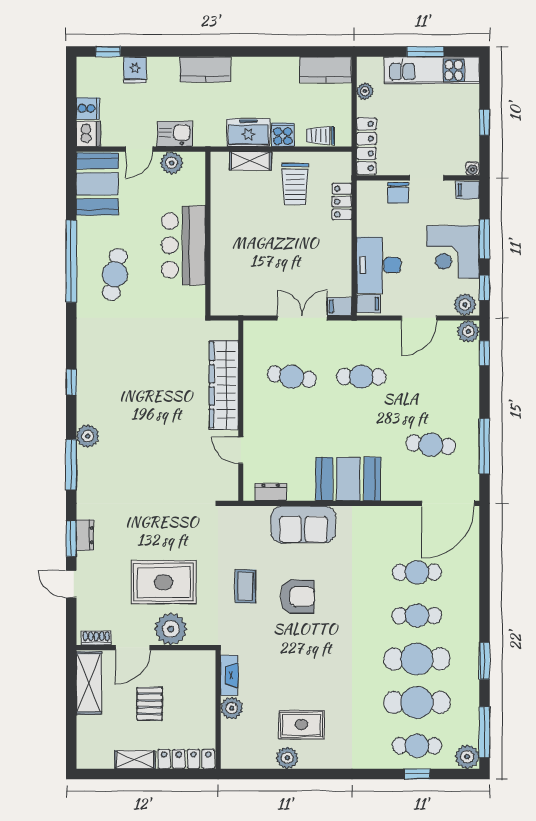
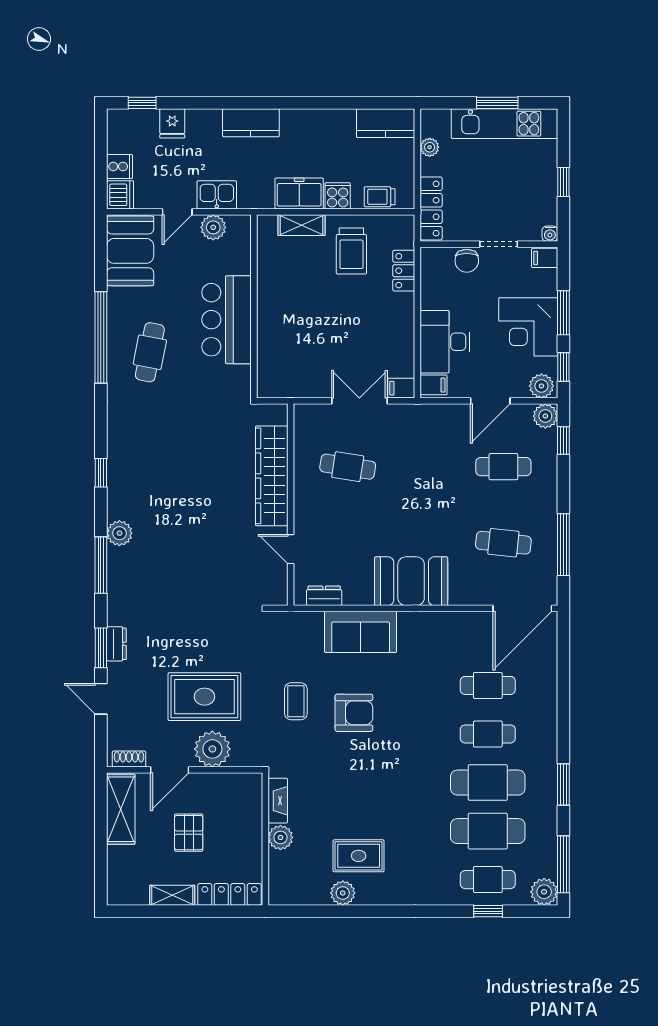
cafe table: (361, 377) -> (503, 467), moved

